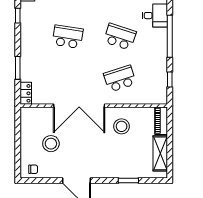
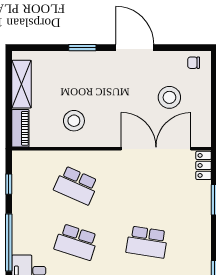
school desk: (120, 79) -> (76, 185), turned 42
double door: (79, 106) -> (156, 149), moved
window: (128, 180) -> (82, 48), moved

